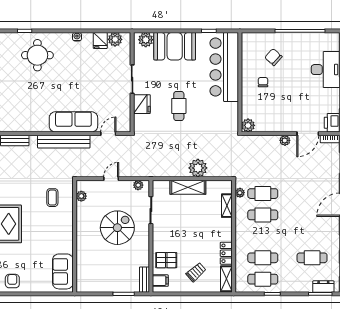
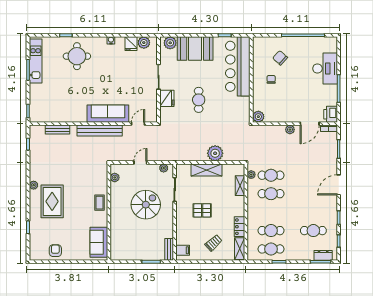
coffee table: (52, 198) -> (99, 203), moved
pallet: (166, 260) -> (202, 210), moved

